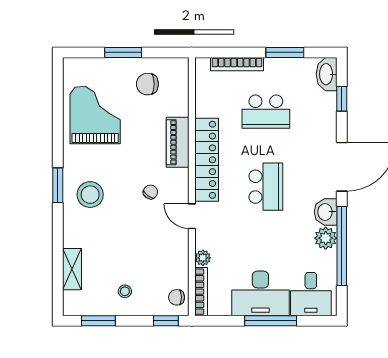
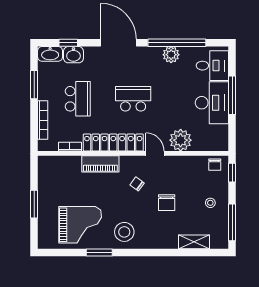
chair: (147, 84) -> (167, 203), moved
grand piano: (95, 115) -> (80, 225), turned 180
window: (58, 185) -> (99, 252), moved
stool: (90, 195) -> (124, 232), moved
washbasin: (326, 212) -> (73, 55), moved
door: (192, 216) -> (155, 153), swing flipped
plant: (203, 258) -> (181, 140), width x1.87, depth x1.87
bookcase: (201, 292) -> (70, 147), moved, width x0.64
window: (98, 321) -> (232, 222), width x1.44

